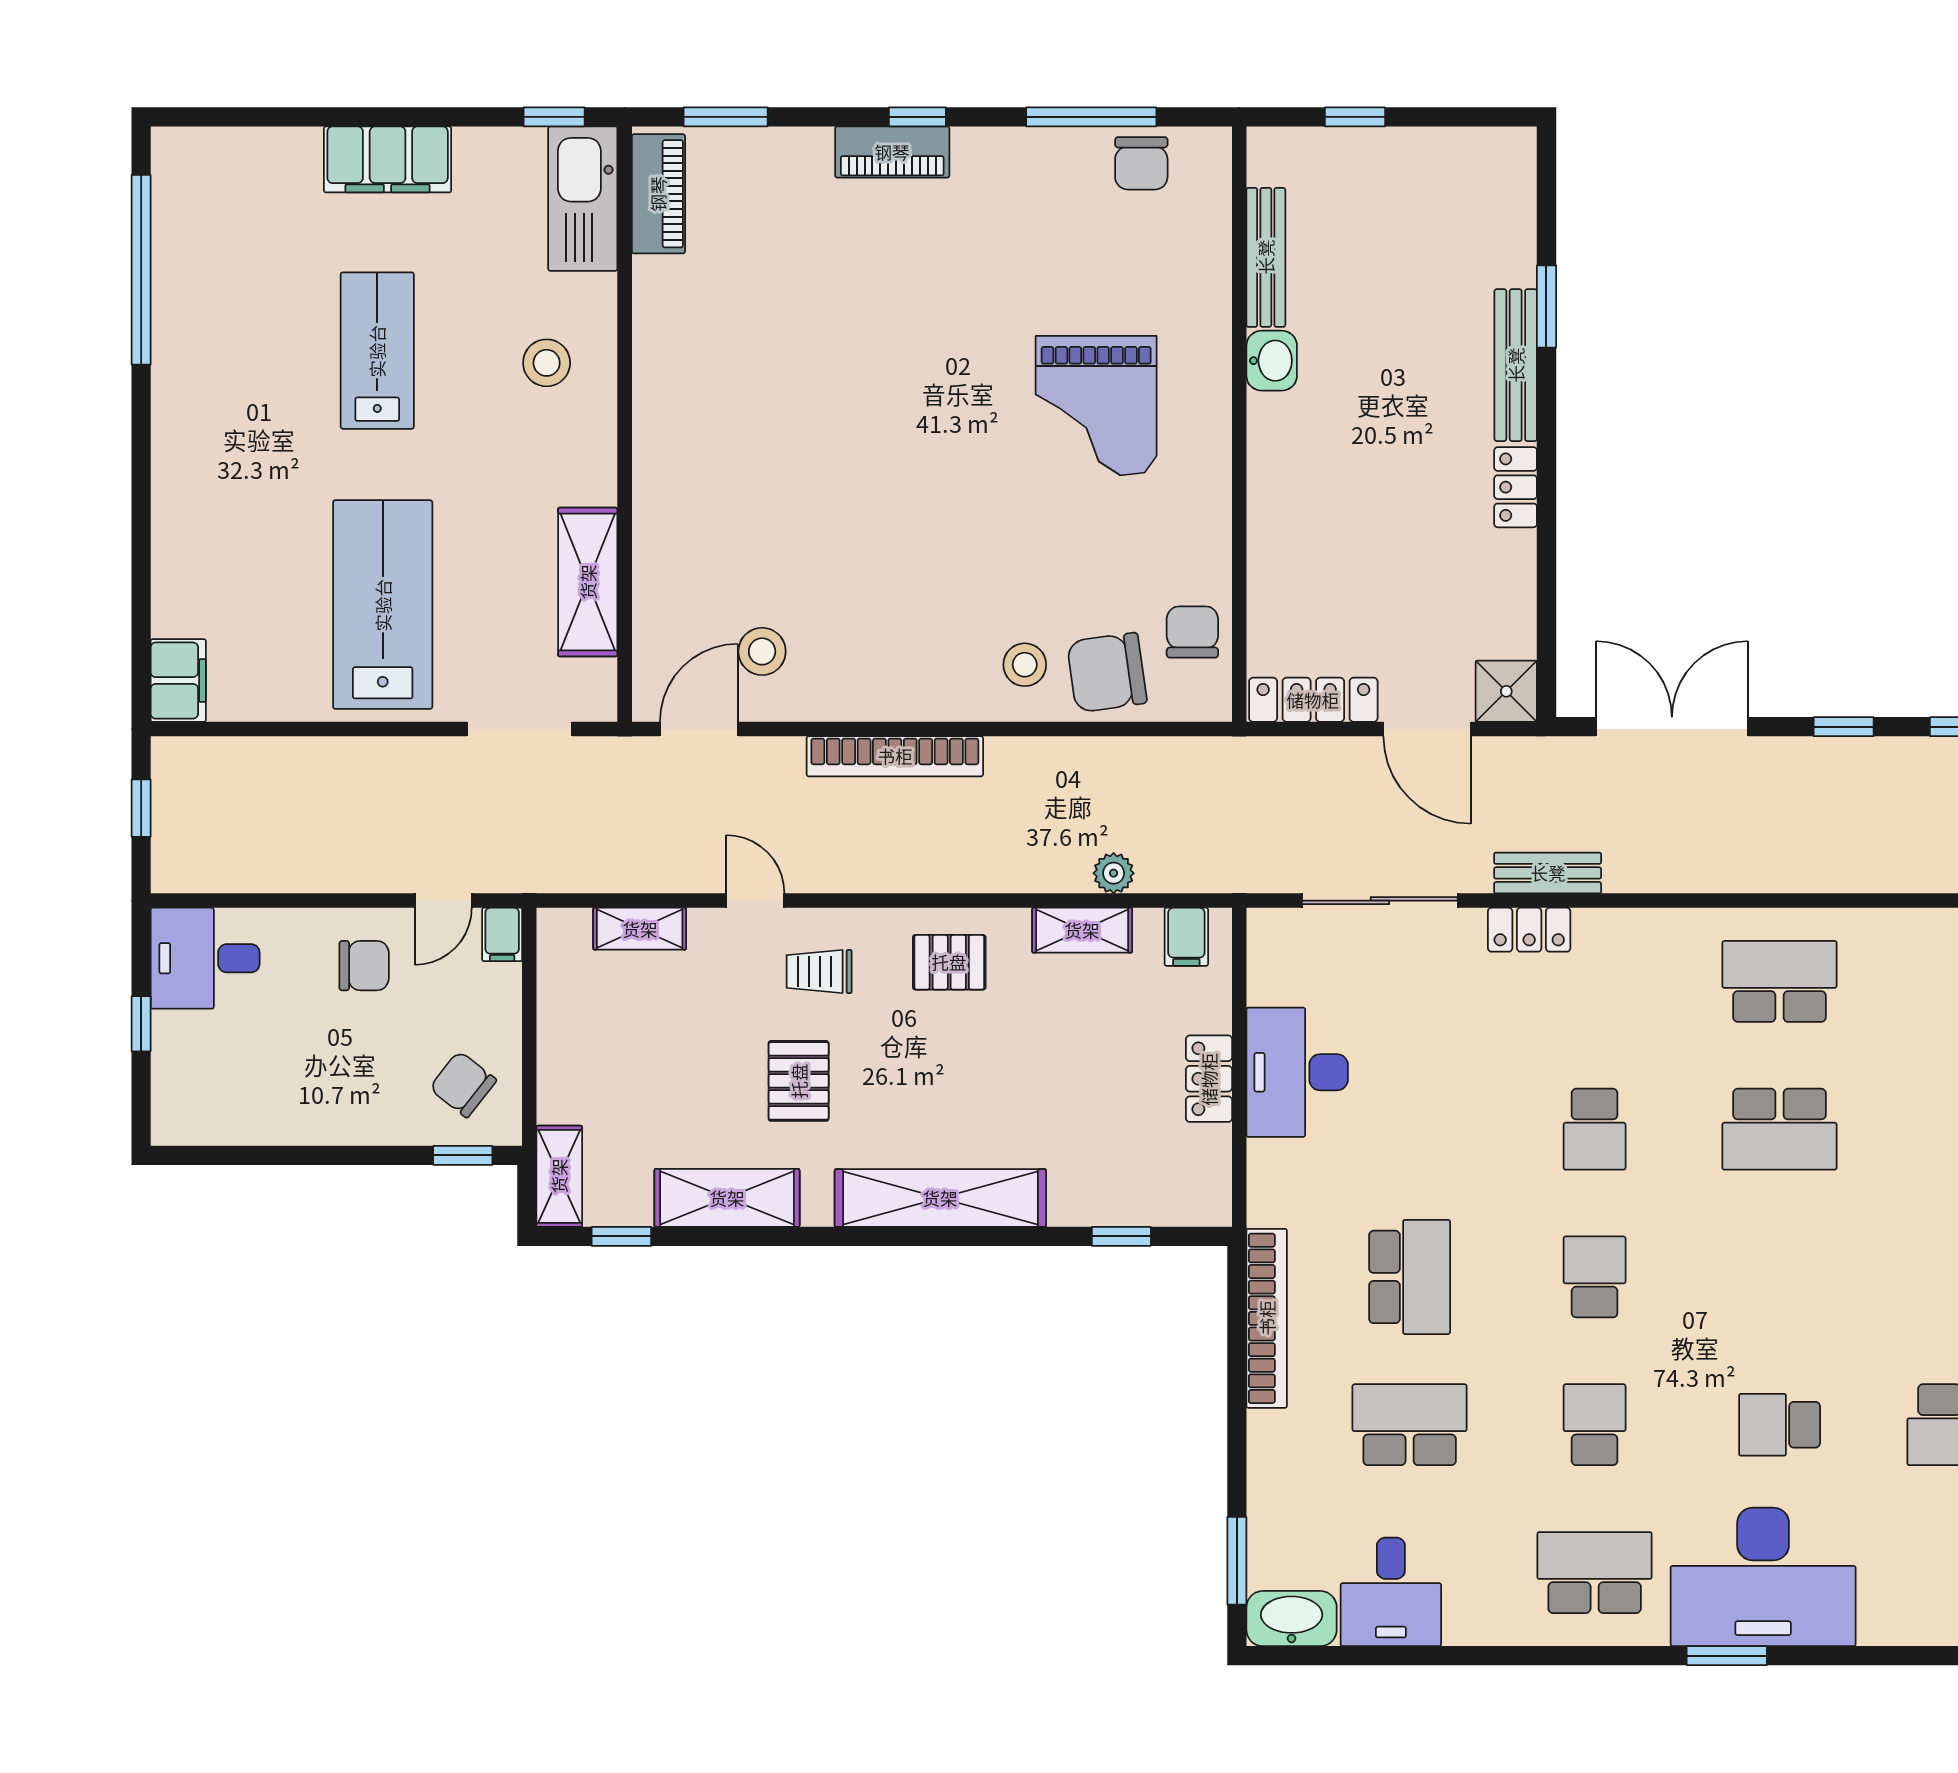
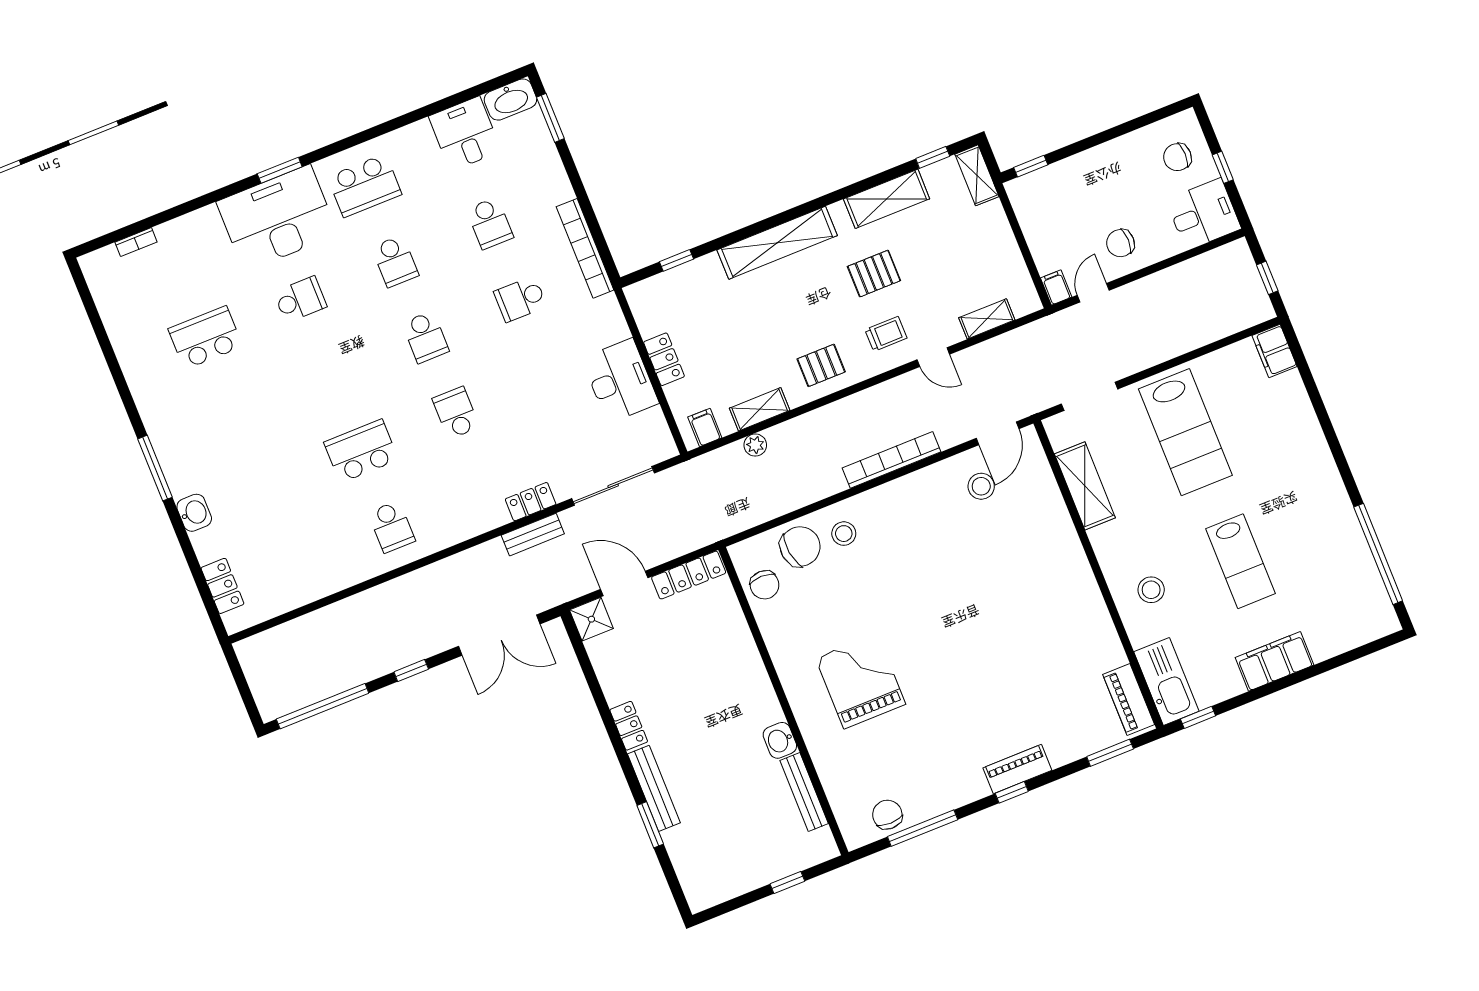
school desk: (1780, 981) -> (392, 527), width x0.54
pallet: (799, 1081) -> (874, 274), turned 90
chair: (463, 1084) -> (1177, 157), moved, turned 142
school desk: (1410, 1277) -> (520, 299), width x0.54
school desk: (1410, 1425) -> (490, 223), width x0.54

